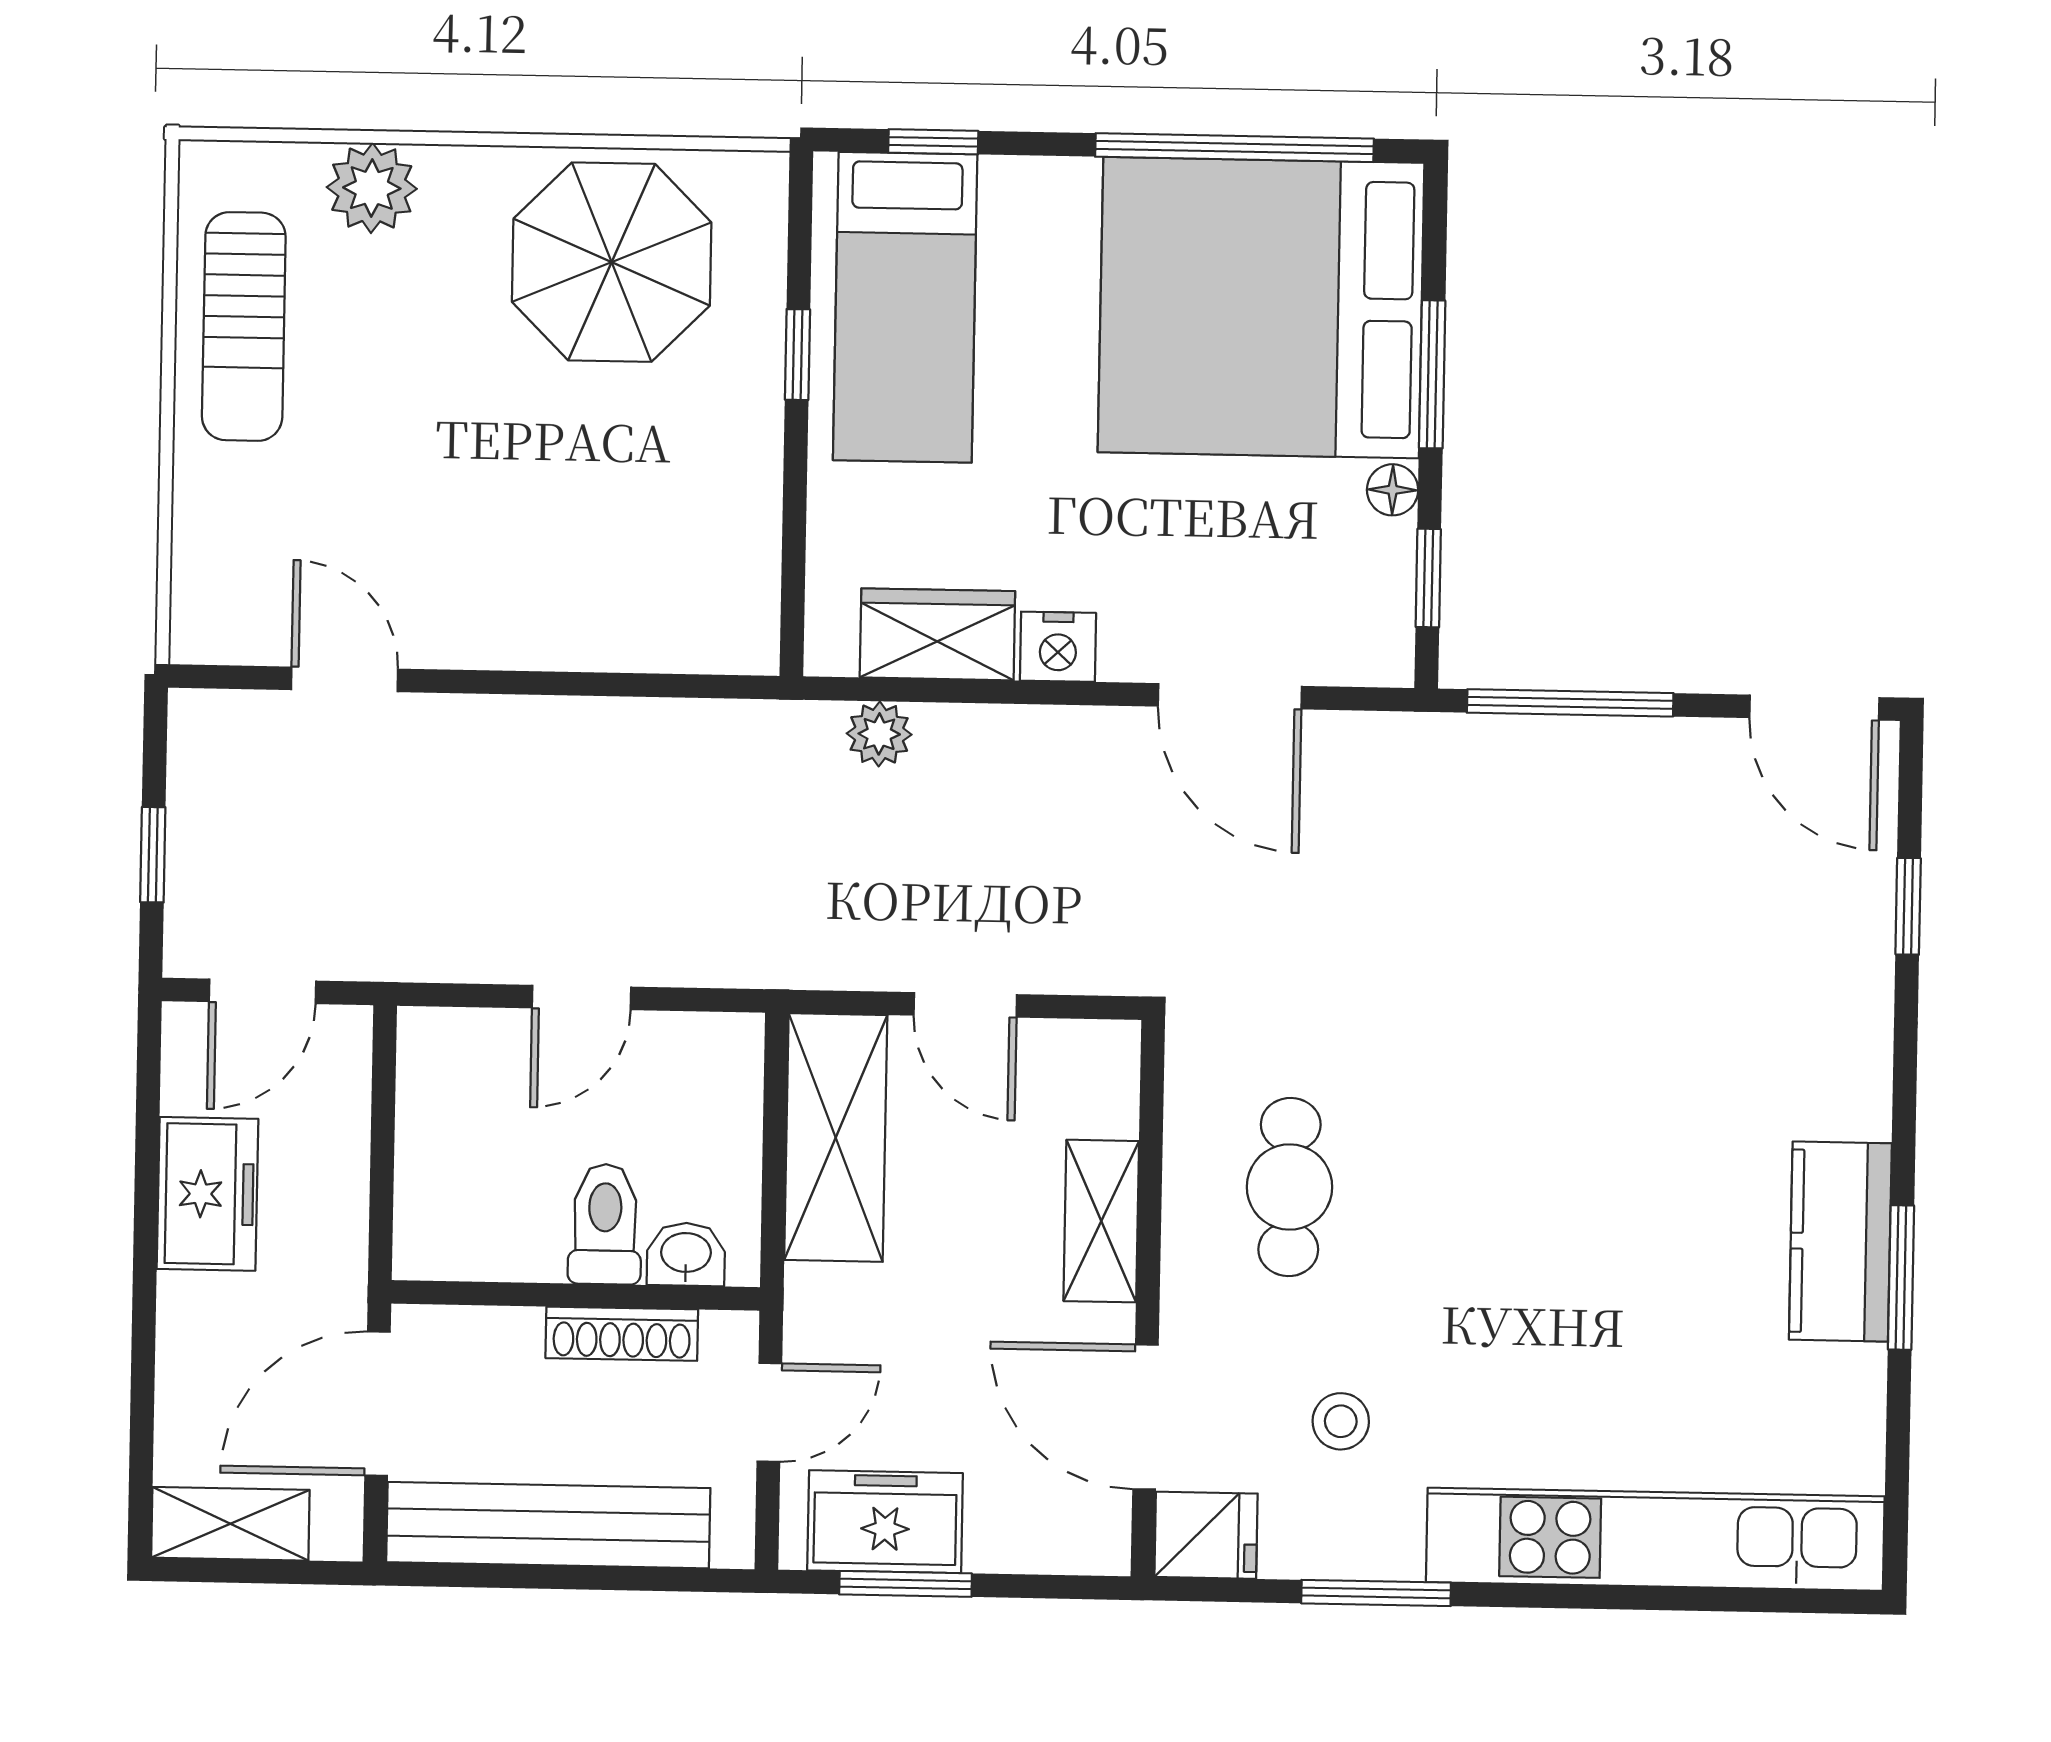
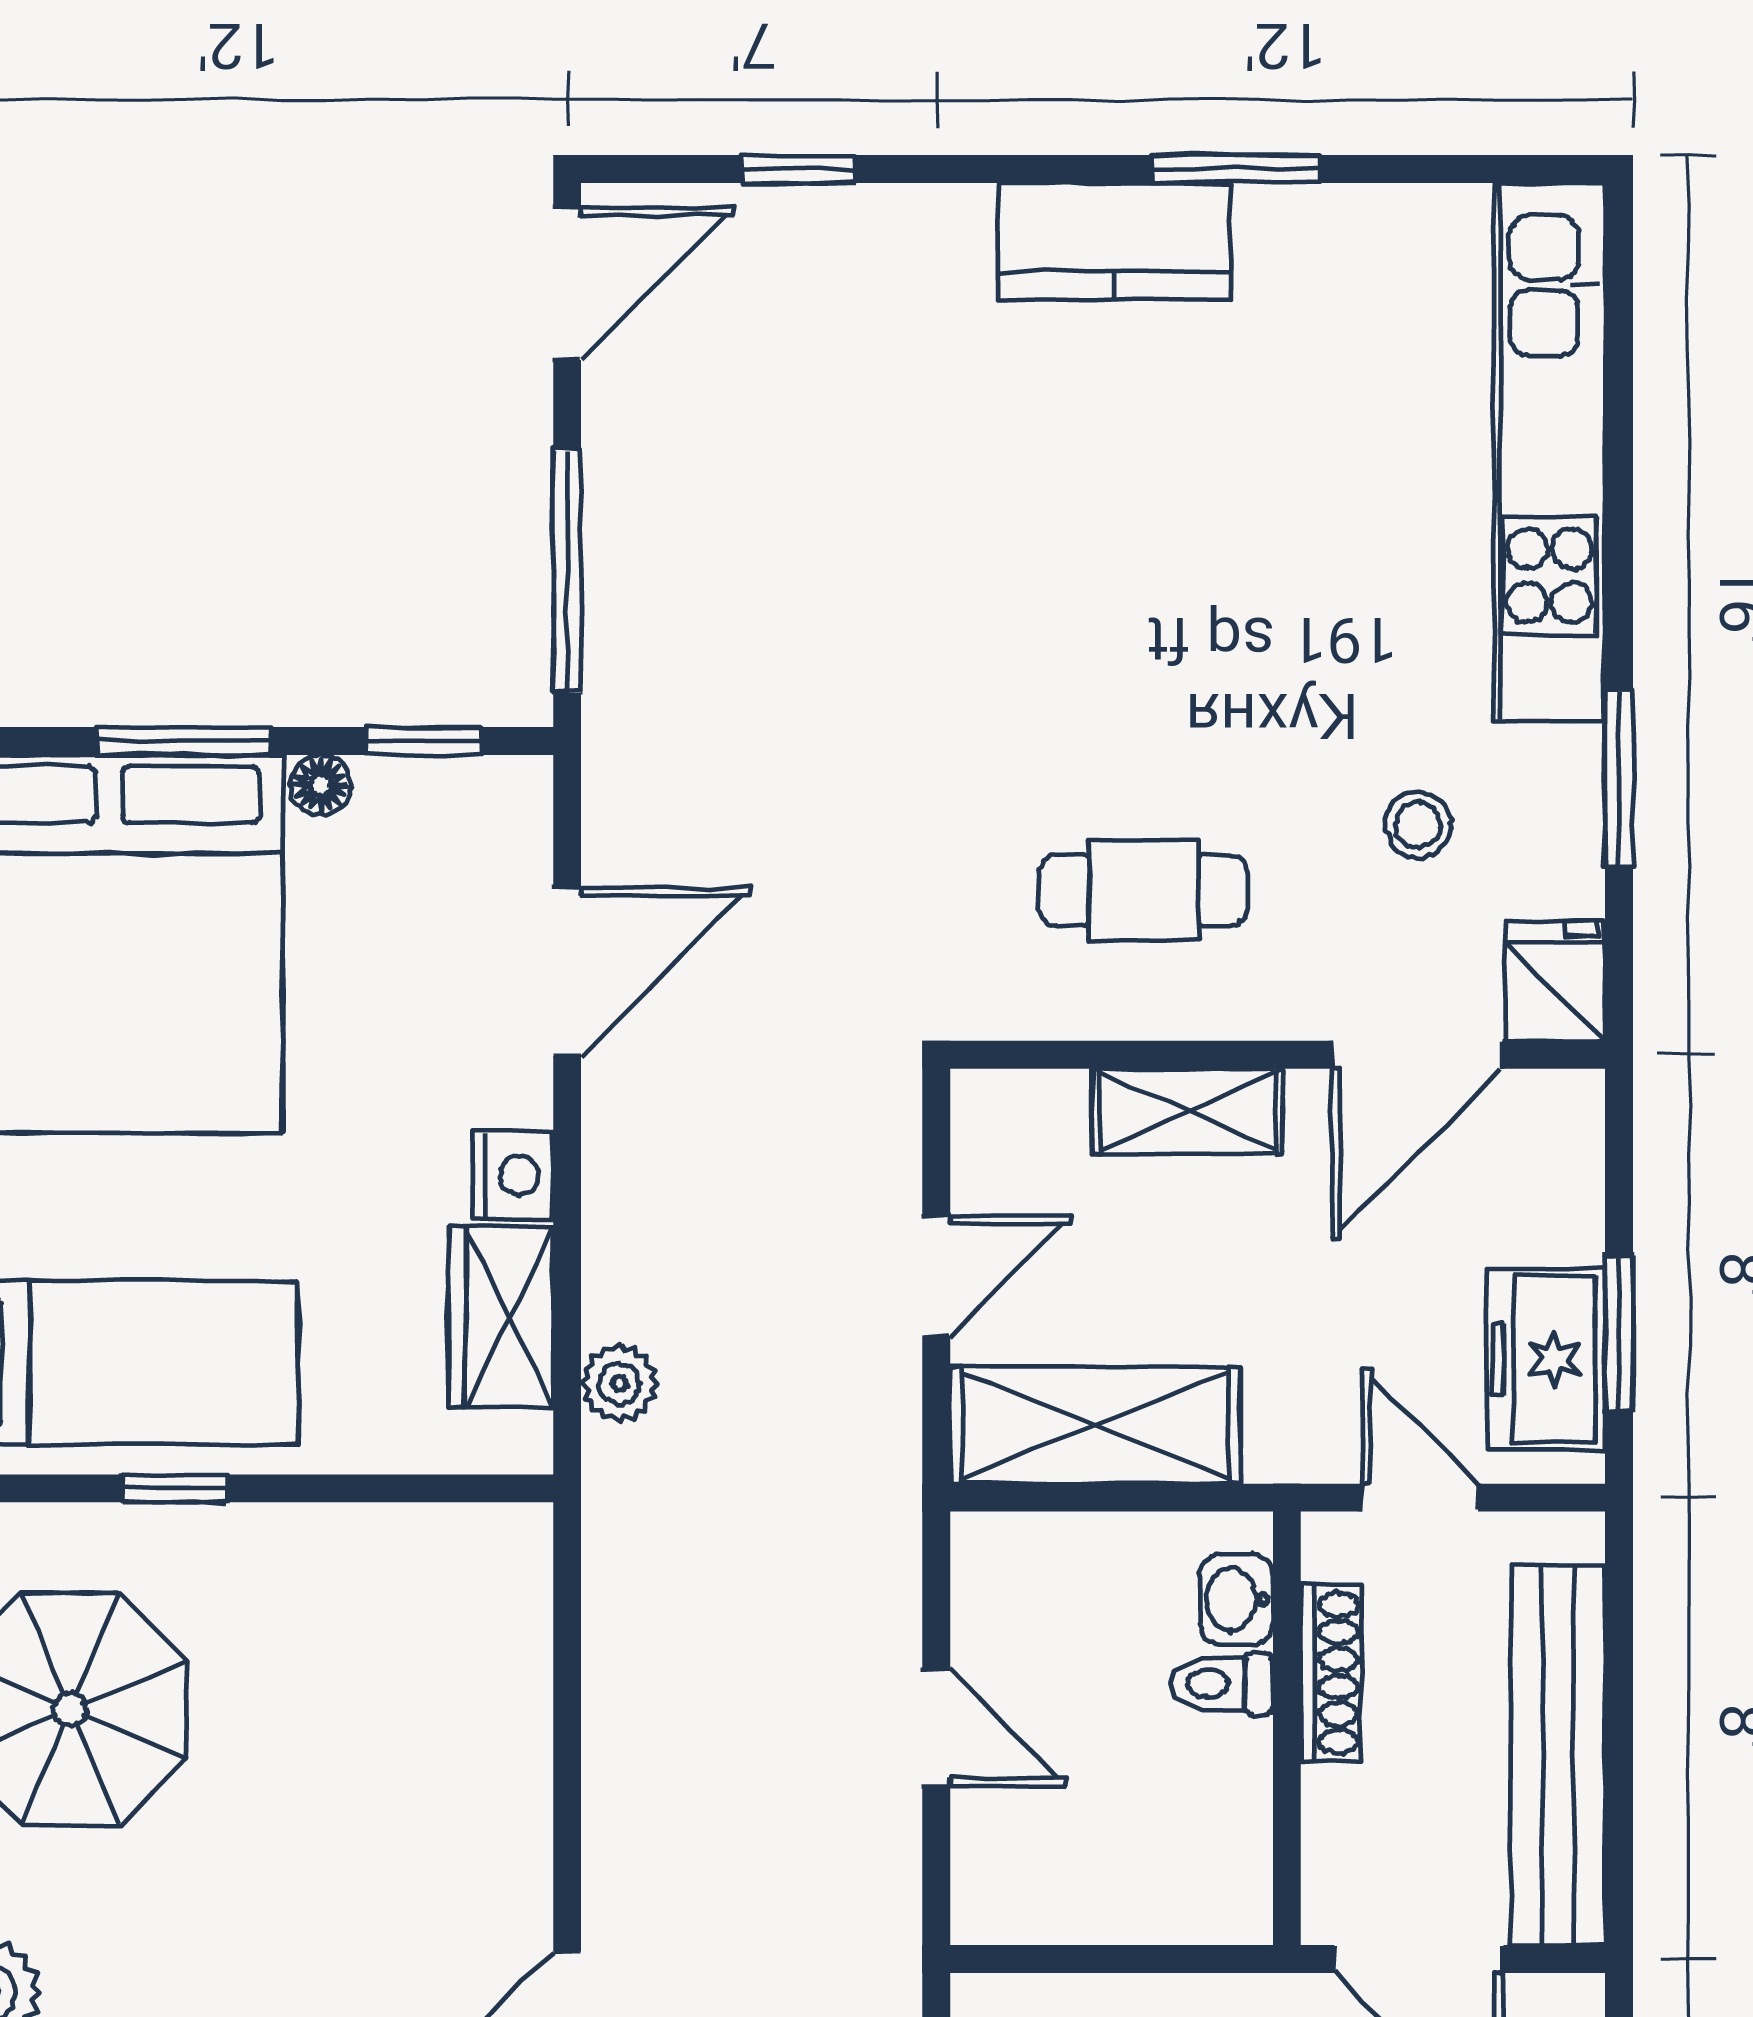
toilet: (605, 1224) -> (1222, 1684), width x0.73, depth x0.72
kitchen counter: (1840, 1241) -> (1114, 241), moved

